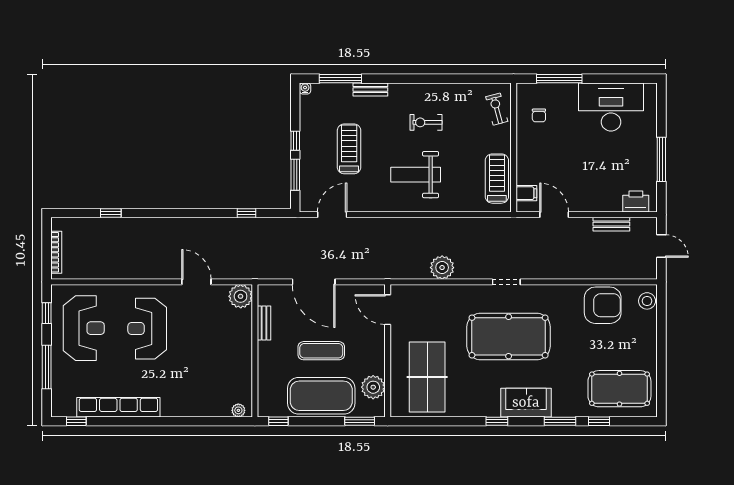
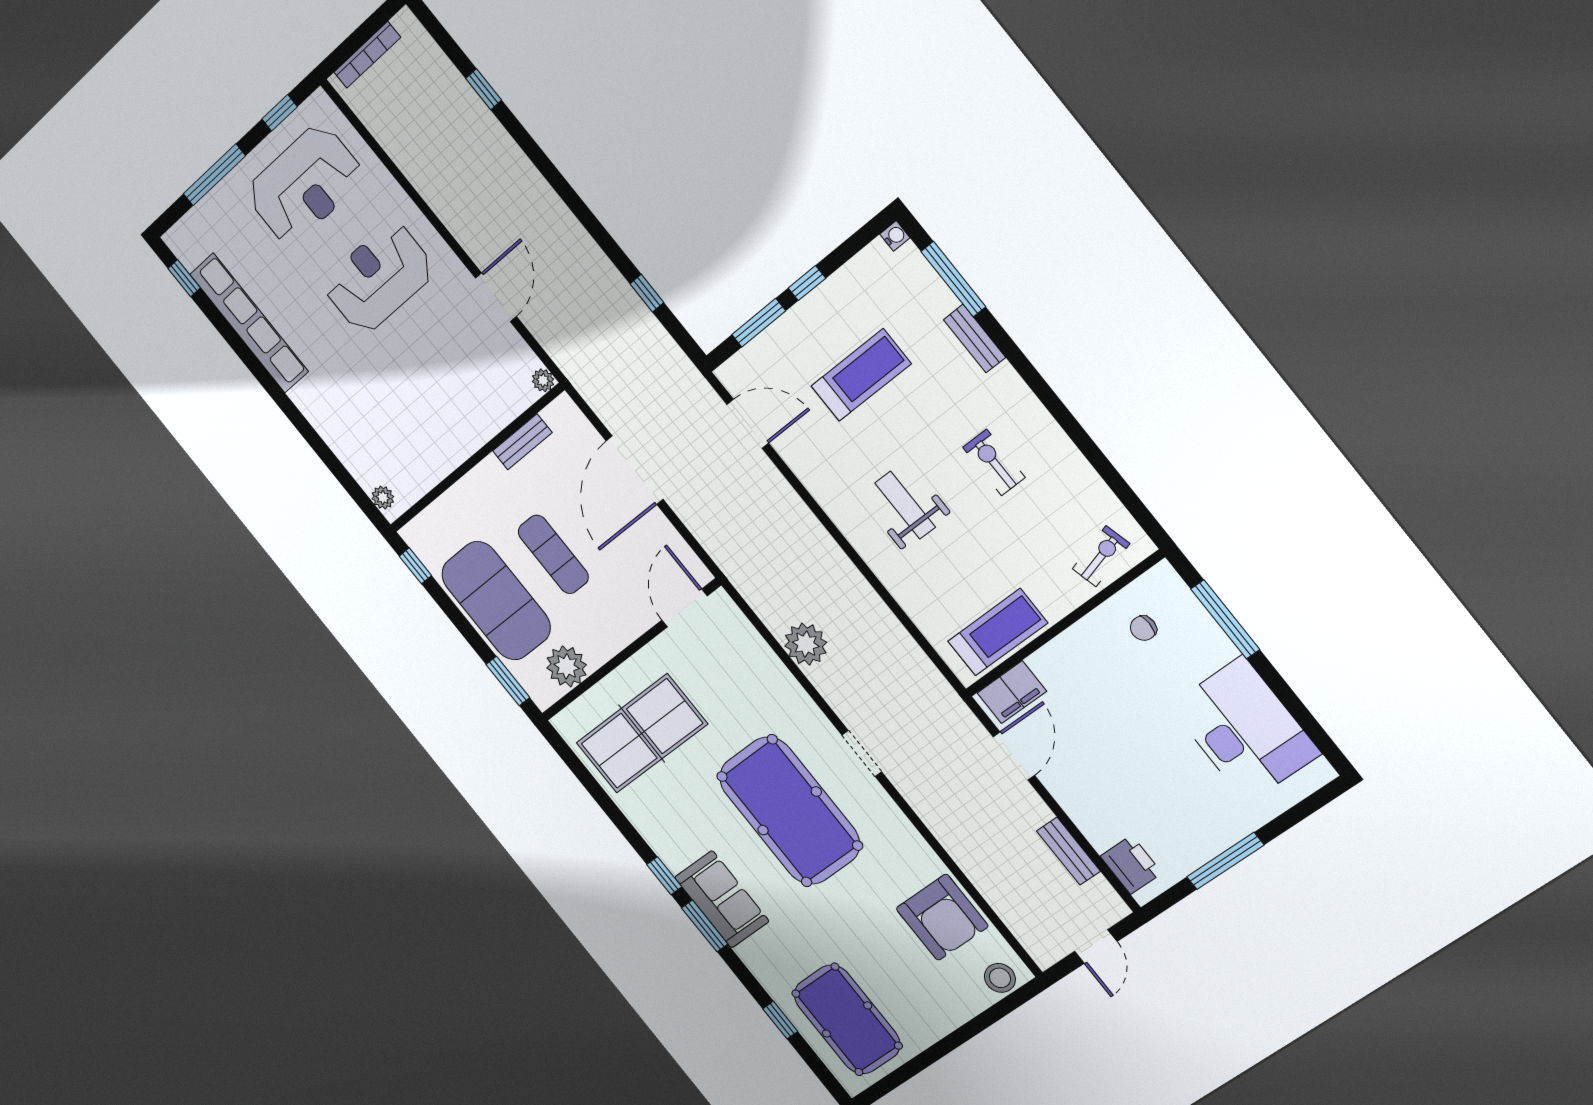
weight bench: (416, 175) -> (905, 505), width x0.73, depth x0.75
filing cabinet: (526, 193) -> (1012, 692), width x2.00
plant: (241, 296) -> (543, 380), width x0.53, depth x0.53
window: (560, 421) -> (705, 926), moved

